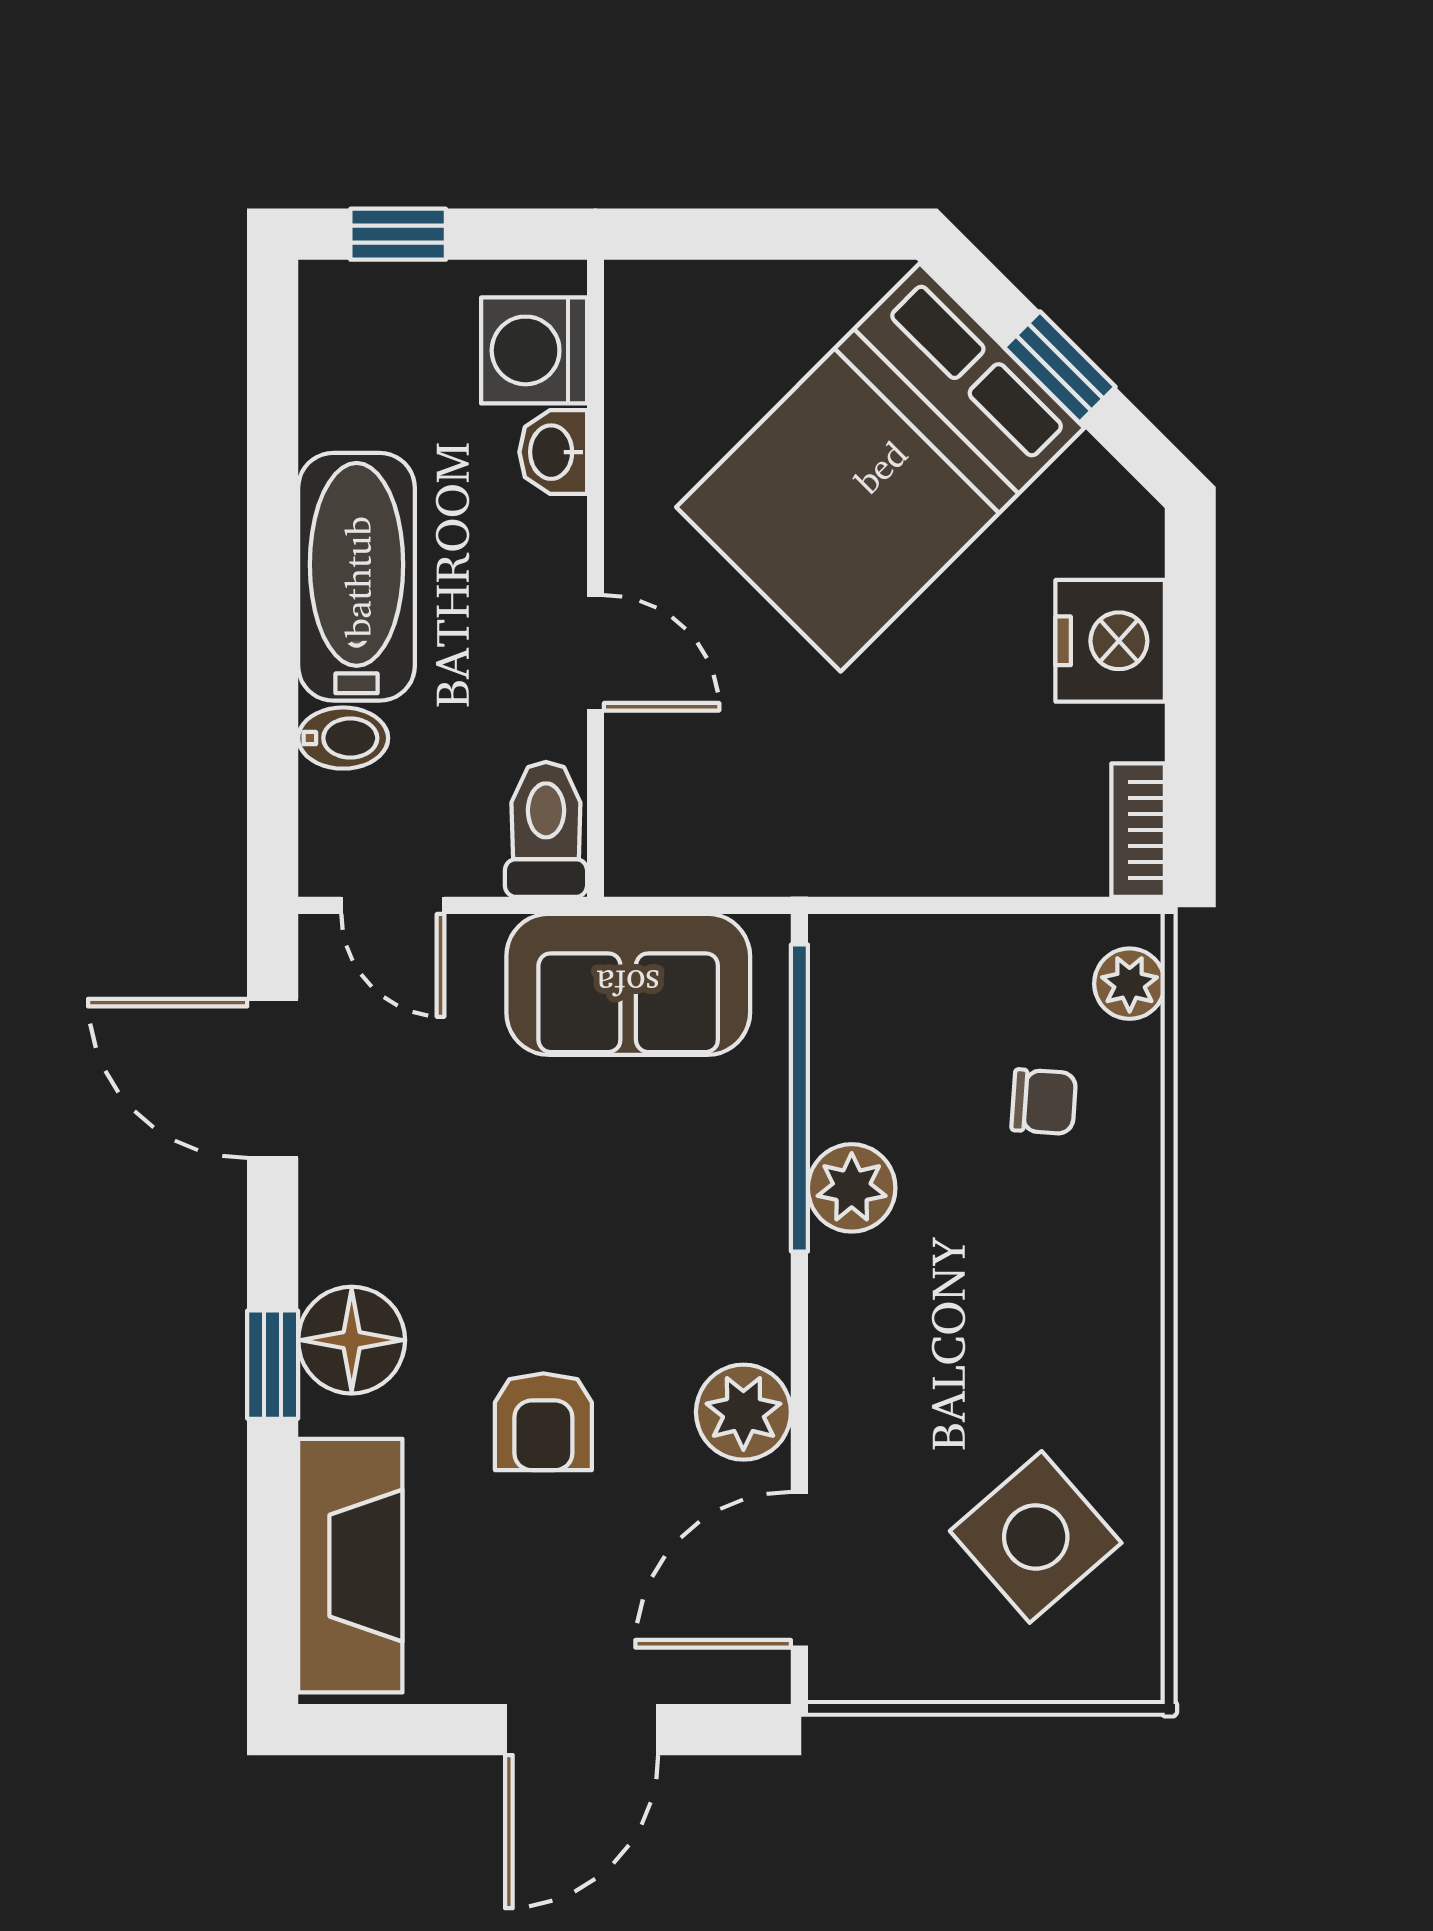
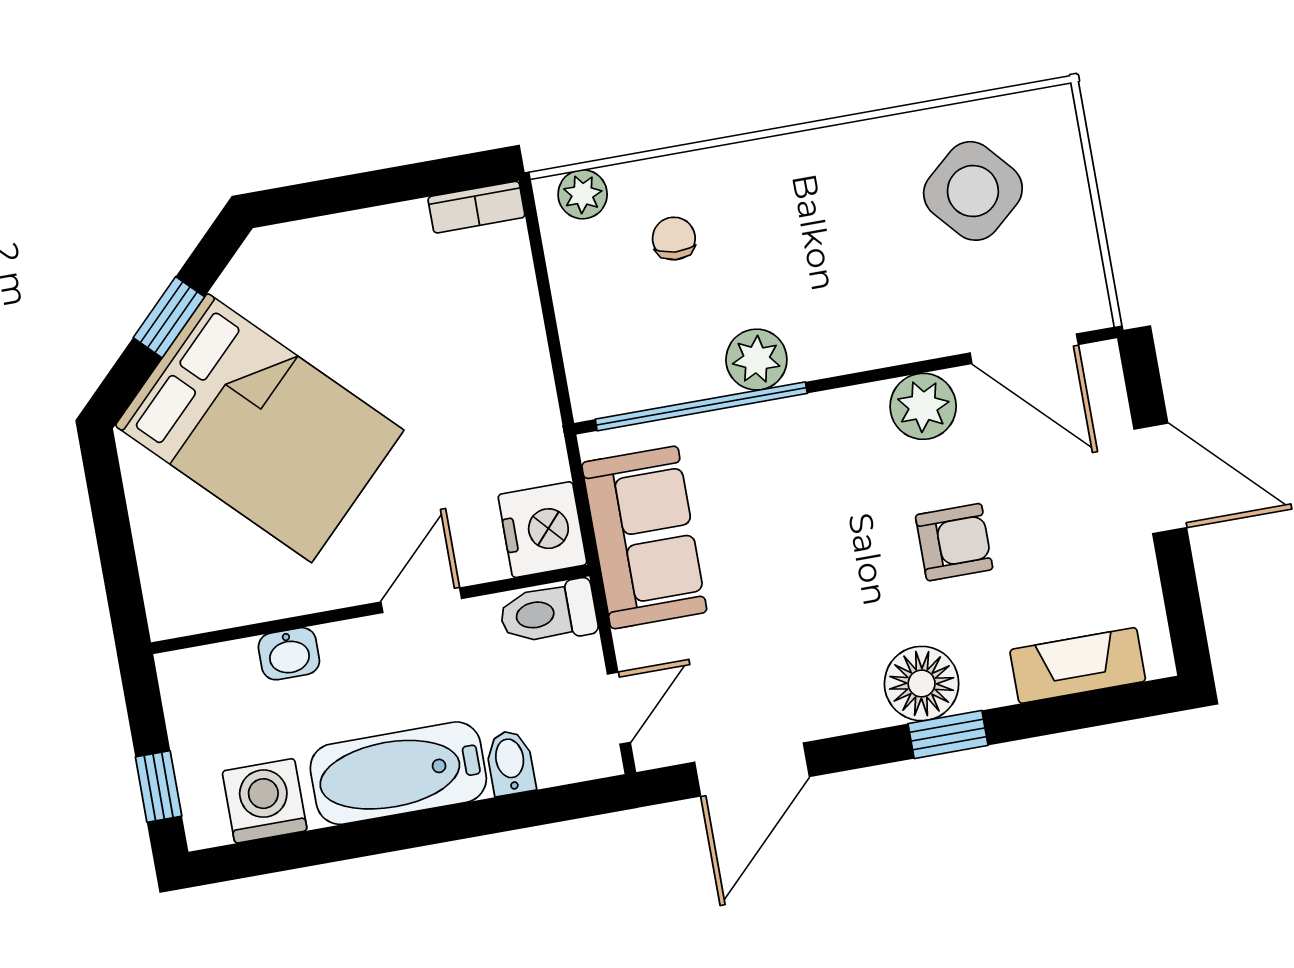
washing machine: (534, 350) -> (265, 801), moved, turned 180
nightstand: (1110, 641) -> (542, 530), moved, turned 90
fireplace: (350, 1566) -> (1078, 665), width x0.73, depth x0.76

